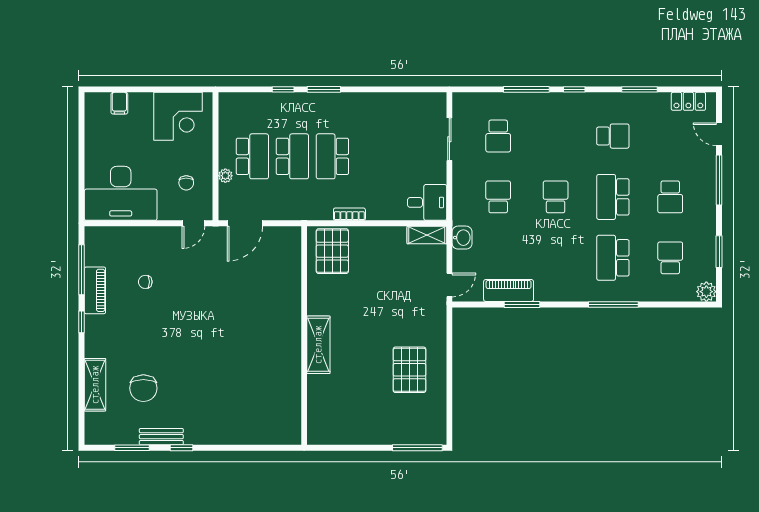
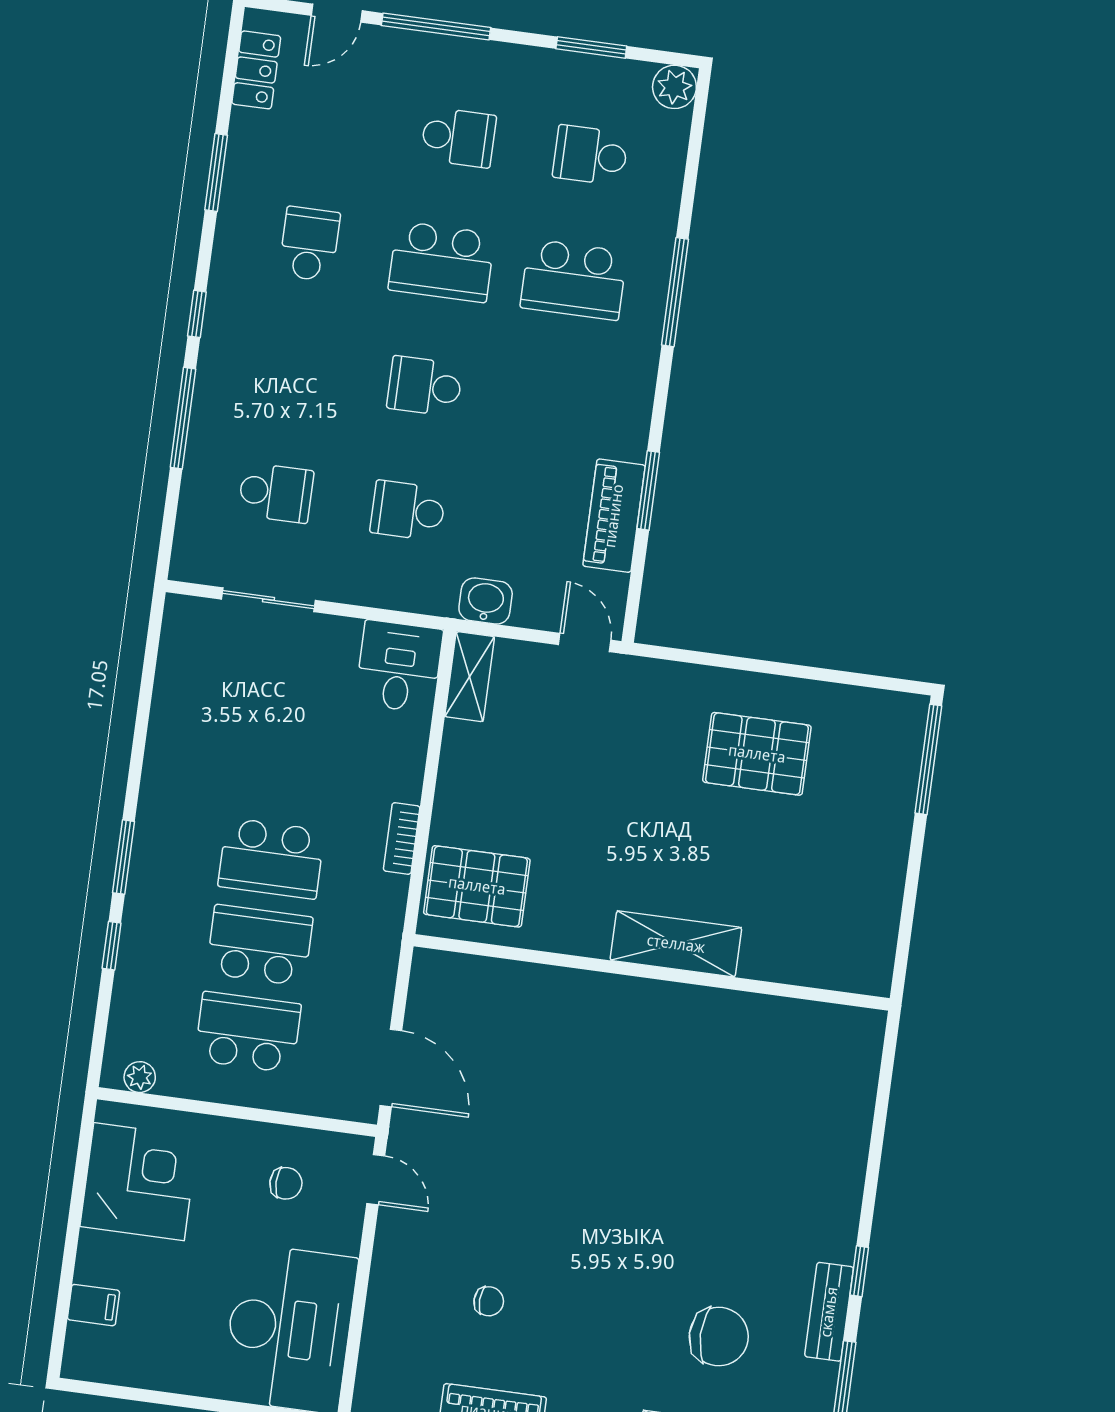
plant: (225, 176) -> (140, 1077), moved
chair: (145, 282) -> (489, 1301), turned -88

